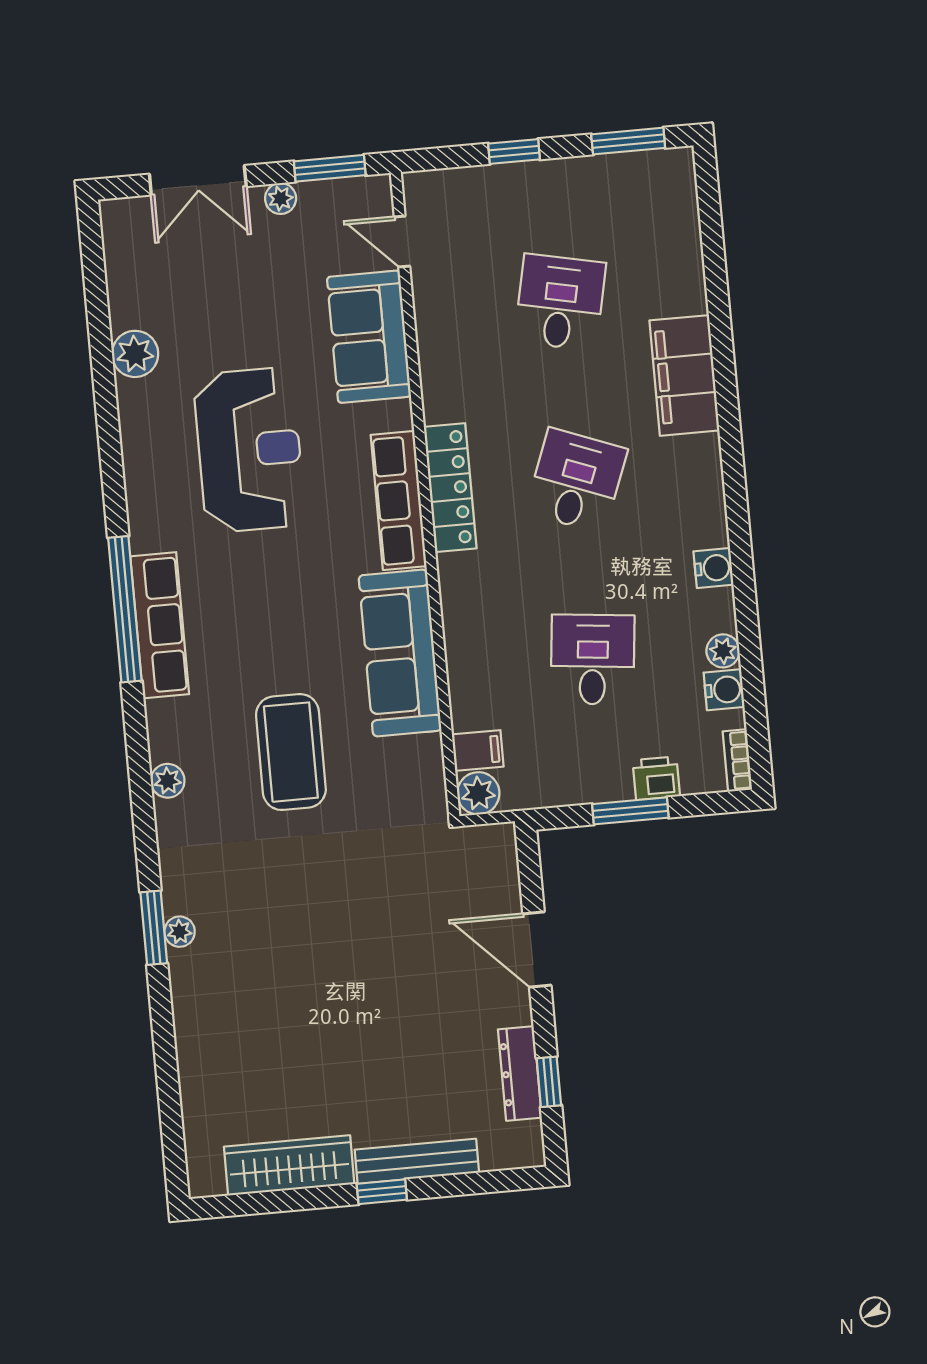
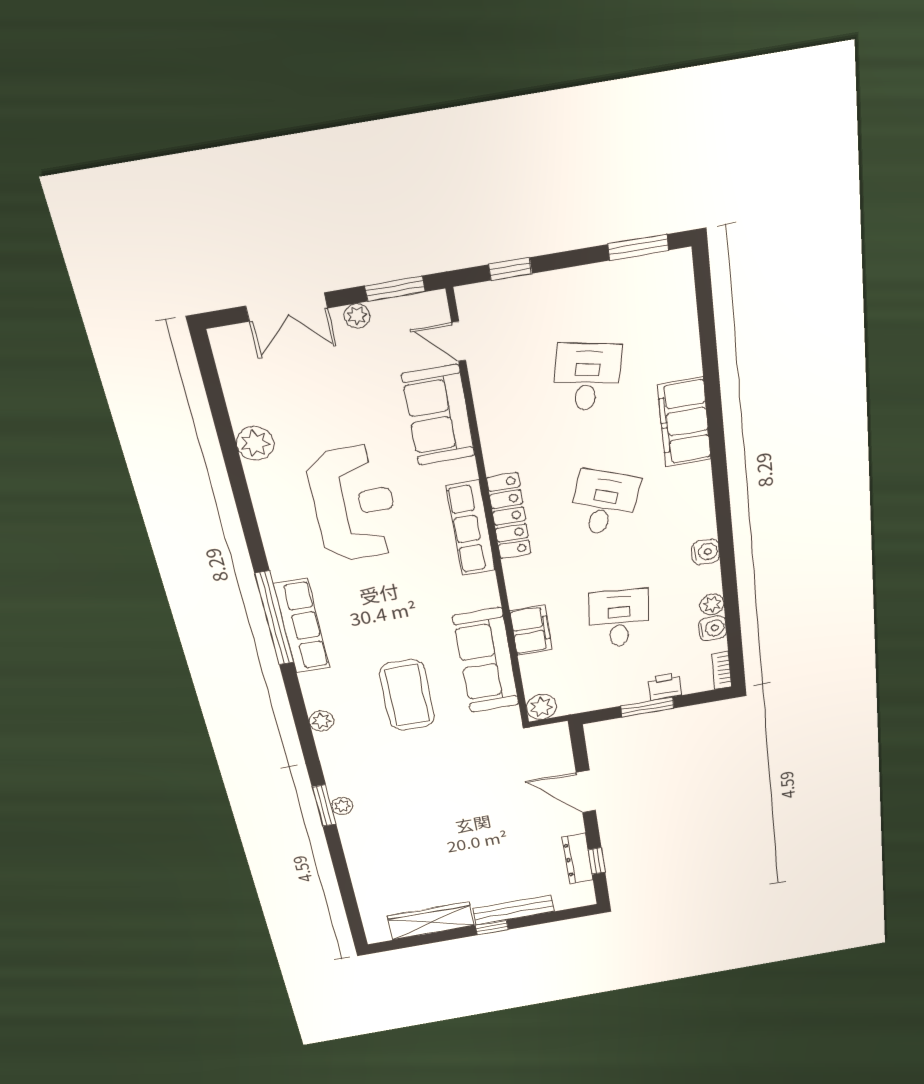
window: (514, 152) -> (510, 269), moved
sofa: (400, 653) -> (486, 661), moved
filing cabinet: (478, 750) -> (531, 630), moved, width x2.00

